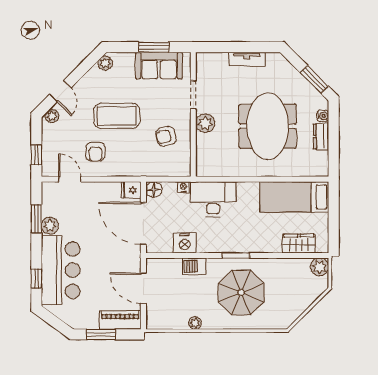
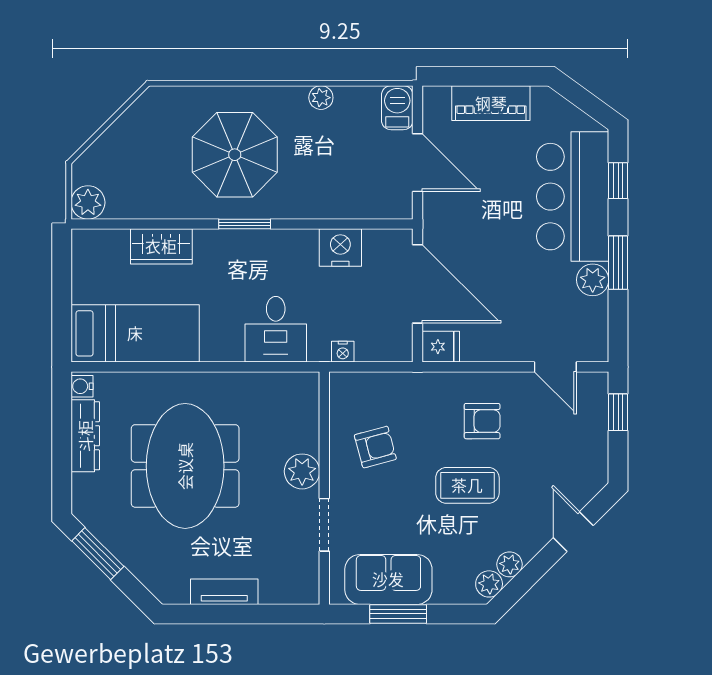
plant: (52, 116) -> (510, 564), moved
coffee table: (117, 116) -> (467, 485), width x0.73, depth x0.76
water cooler: (323, 116) -> (82, 386), moved
dresser: (321, 136) -> (85, 436), width x1.44
armchair: (95, 152) -> (482, 421), moved, turned 90
floor lamp: (154, 190) -> (398, 347), removed
desk: (213, 199) -> (276, 329), width x0.73
window: (36, 219) -> (618, 263), moved
wardrobe: (299, 243) -> (161, 246), moved
barbecue: (194, 266) -> (397, 108), moved, turned -90
piano: (120, 320) -> (491, 103), moved
window: (101, 334) -> (497, 76), removed

